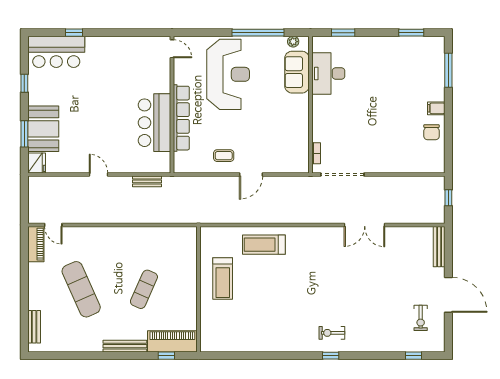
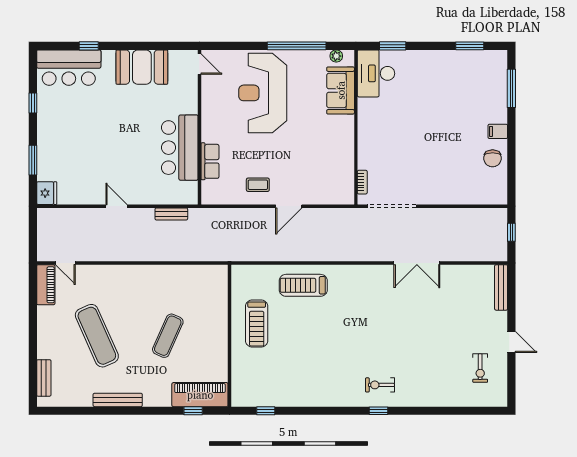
desk: (328, 73) -> (376, 73), moved
reception desk: (228, 74) -> (263, 93), turned 180
row of seats: (181, 118) -> (210, 161), width x0.50
booth: (43, 129) -> (142, 67), moved, turned 90
door: (448, 295) -> (511, 342), width x0.53
bench: (125, 346) -> (118, 400), moved
window: (414, 356) -> (266, 411), moved

